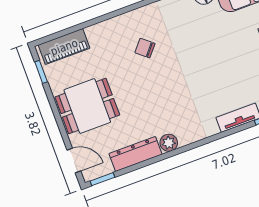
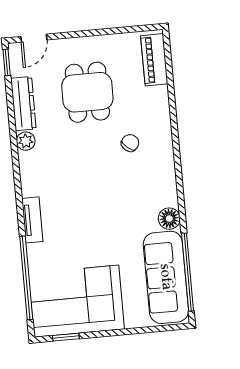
window: (41, 72) -> (134, 29), removed
dining table: (87, 106) -> (87, 92), moved

